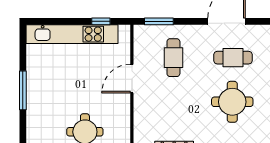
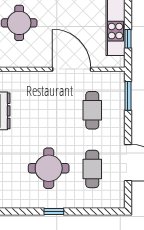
cafe table: (173, 58) -> (92, 110), turned 90
door: (132, 79) -> (72, 69), width x1.36

